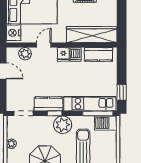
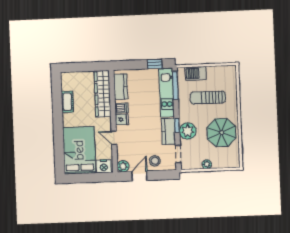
plant: (25, 54) -> (123, 166), moved
stool: (17, 88) -> (155, 161), added
barbecue: (106, 123) -> (196, 73), moved, turned 90
plant: (63, 125) -> (188, 131), moved

